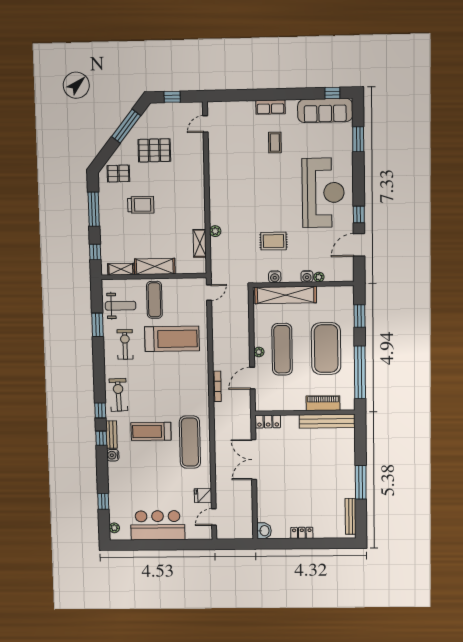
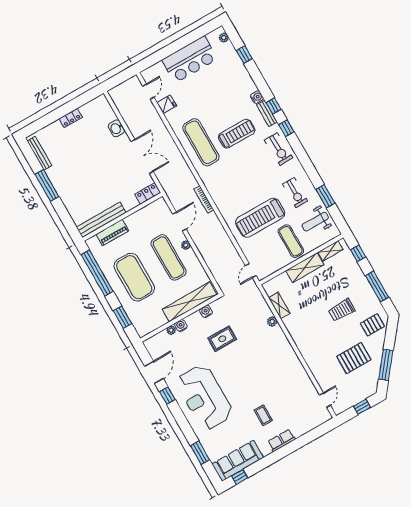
washbasin: (264, 531) -> (116, 128), moved

